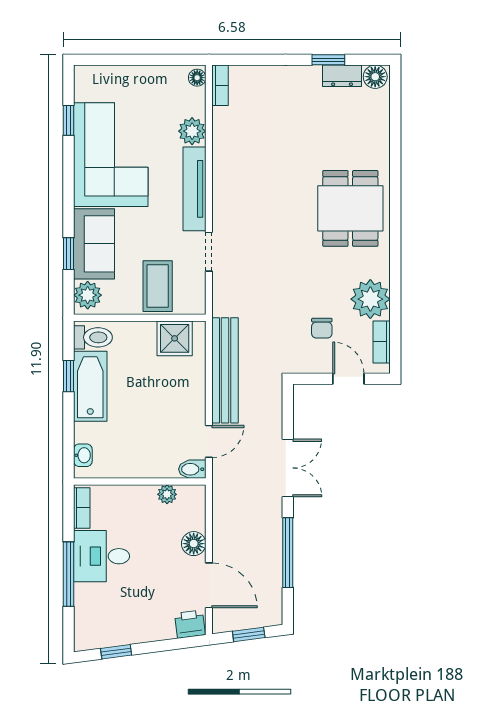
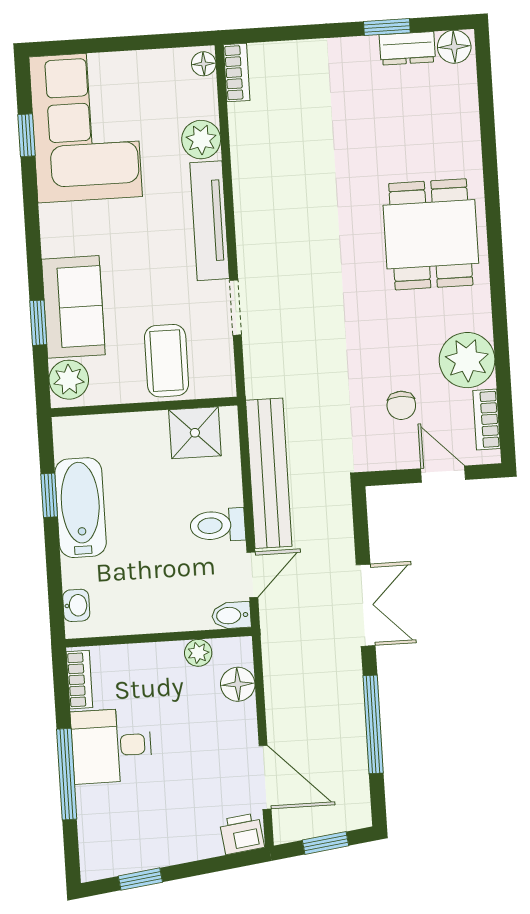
corner sofa: (111, 155) -> (86, 127), moved
toilet: (93, 337) -> (218, 525), moved, turned 180
floor lamp: (194, 544) -> (238, 684), moved

